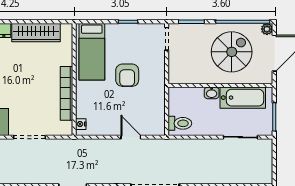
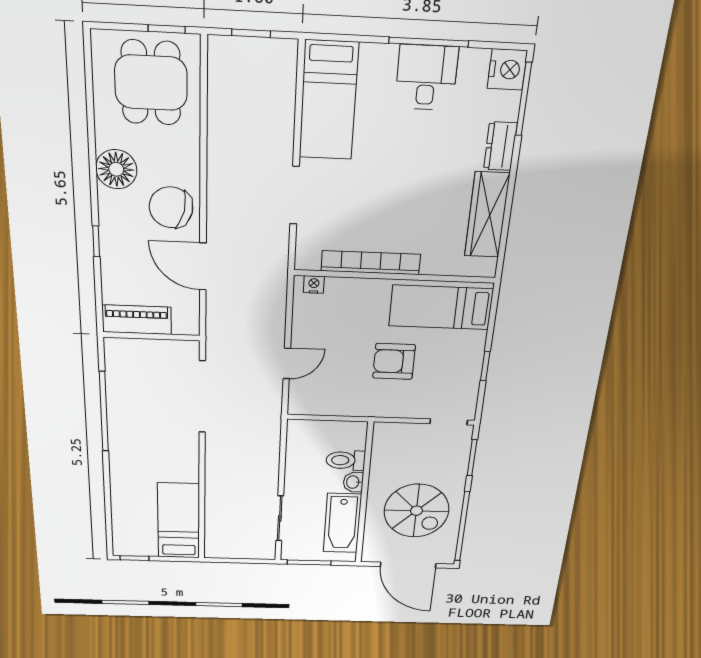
plant: (267, 29) -> (446, 557), removed
toilet: (180, 123) -> (346, 460), moved, turned 90

